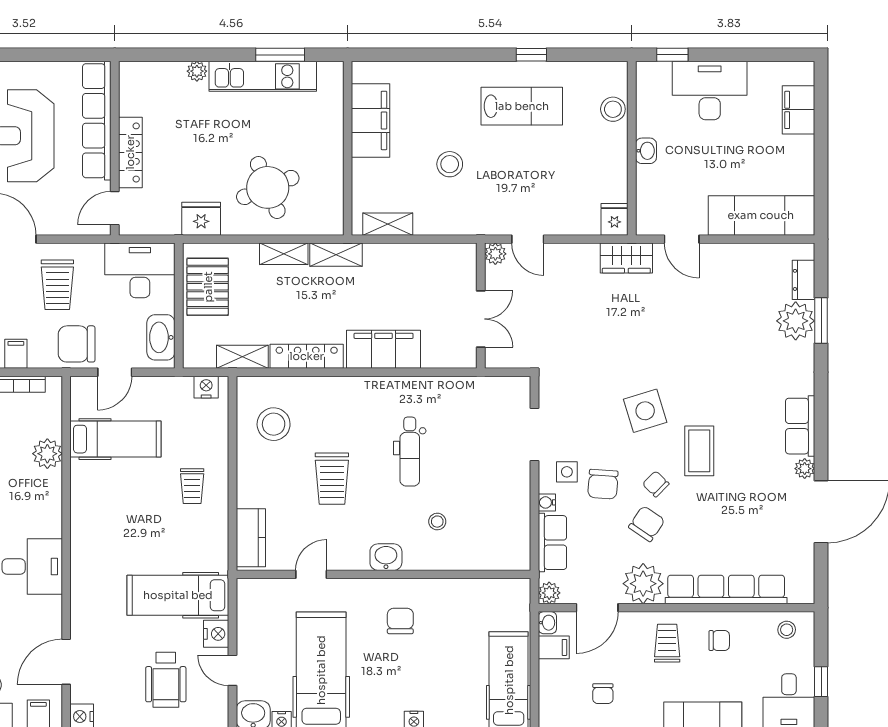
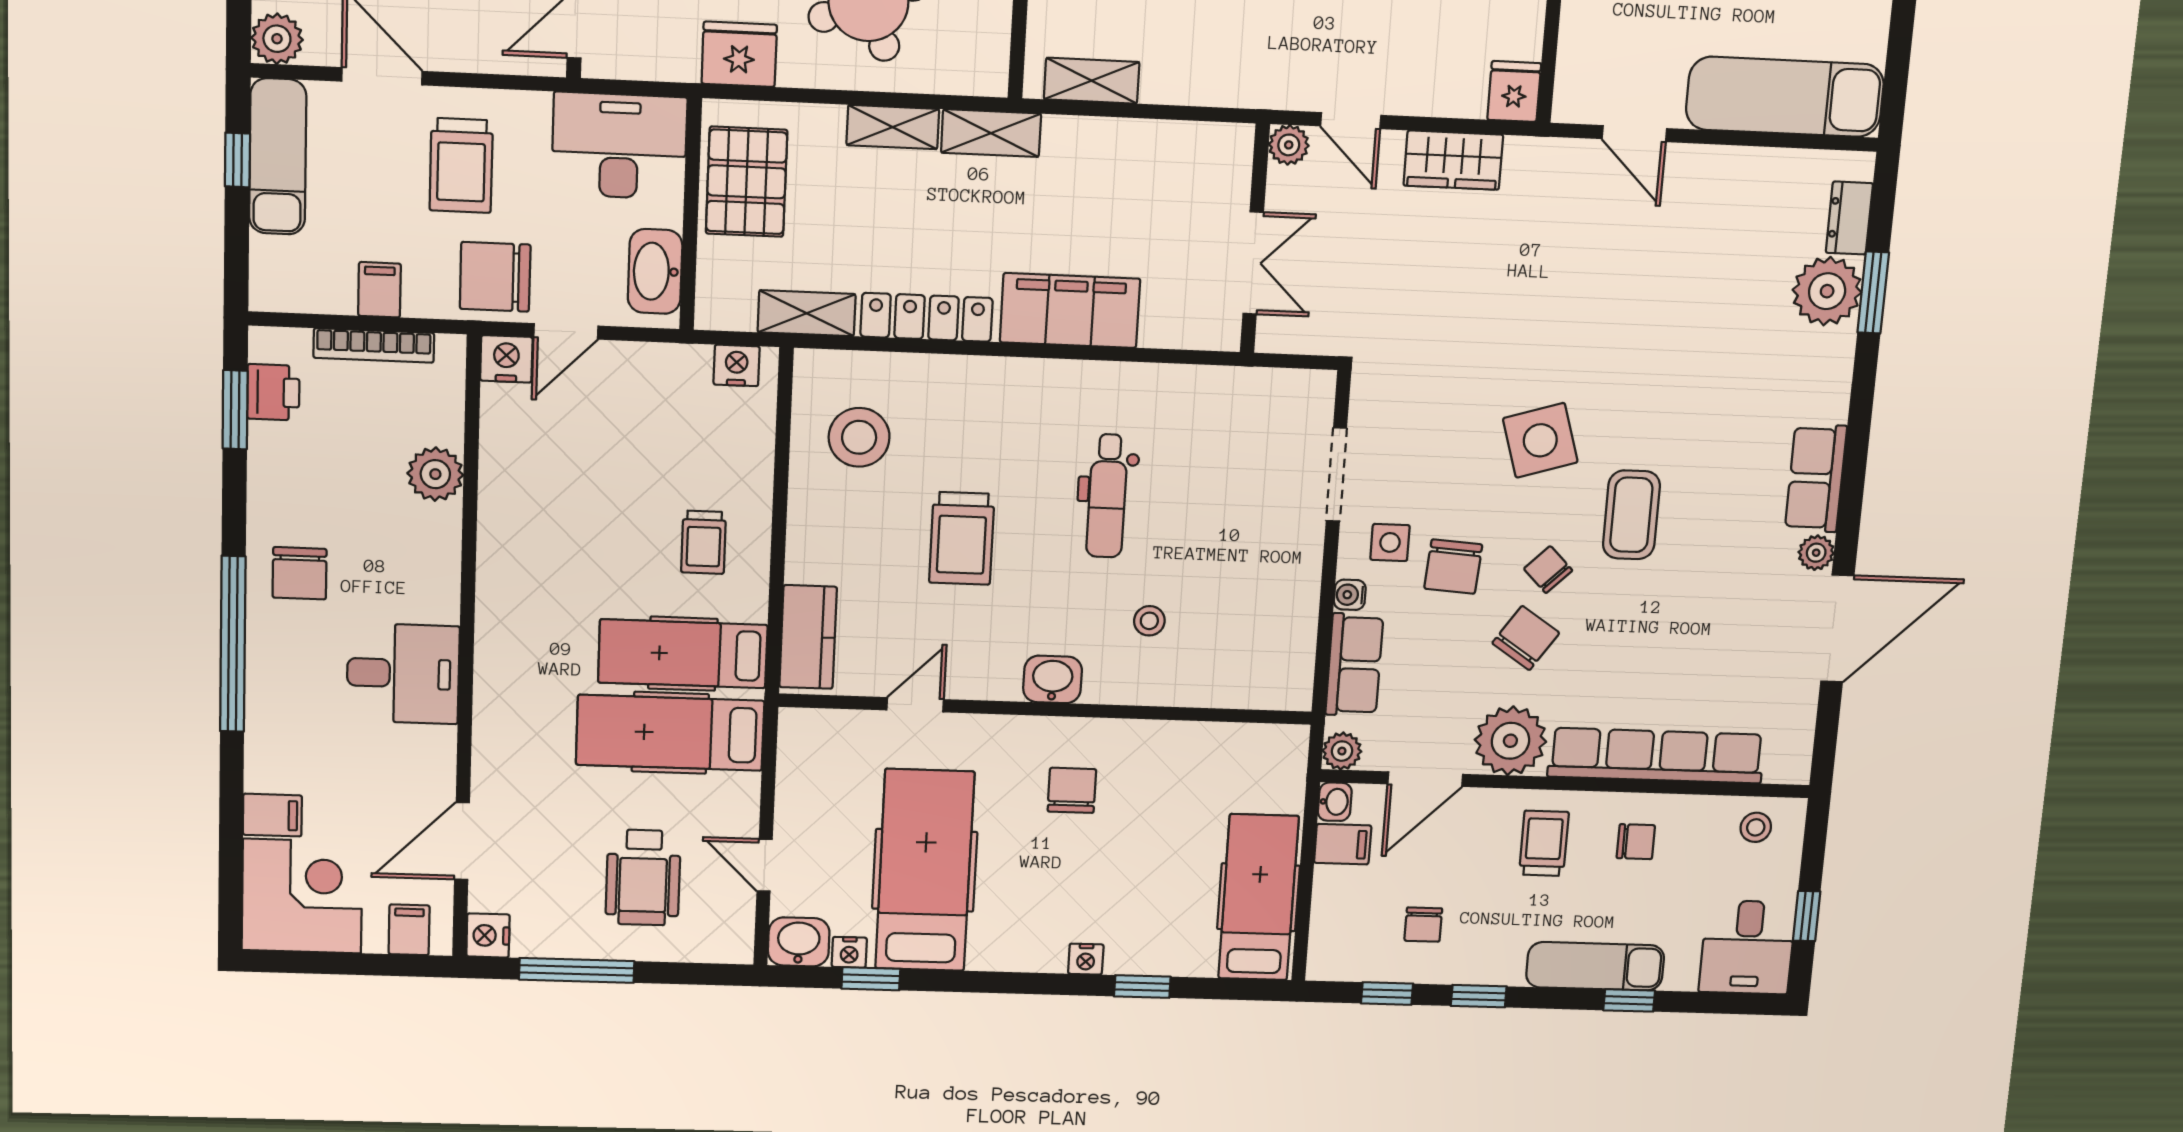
wardrobe: (626, 258) -> (1453, 160), moved
hospital bed: (115, 439) -> (683, 654), moved, turned 180
nightstand: (216, 634) -> (506, 359), moved, turned -90

